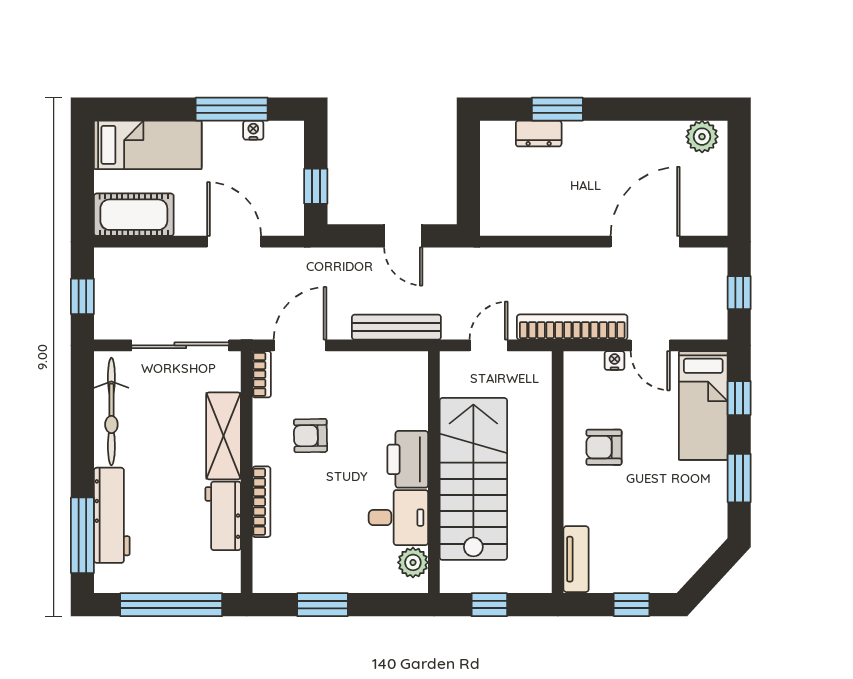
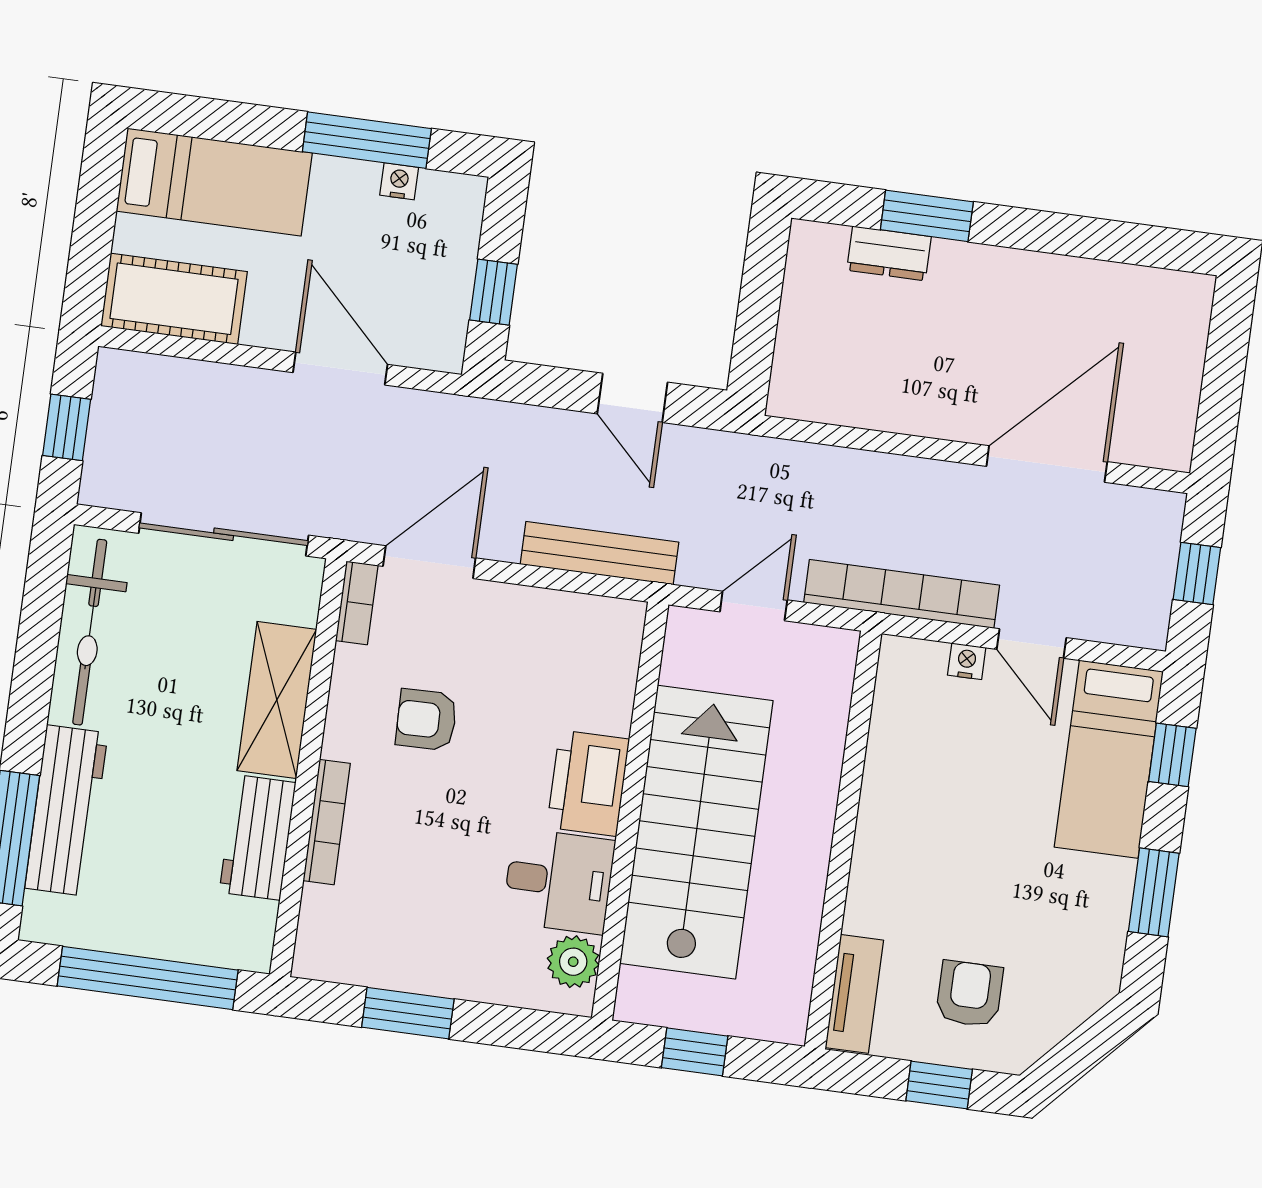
plant: (702, 137) -> (1169, 297), removed
armchair: (604, 447) -> (969, 994), moved, turned 90

